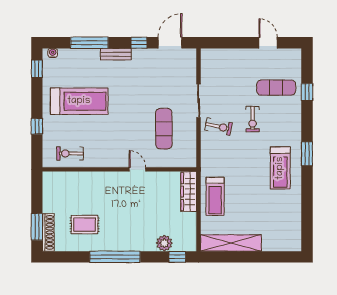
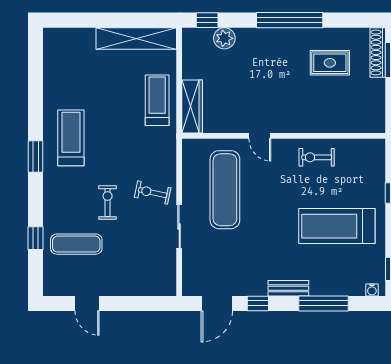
exercise mat: (164, 129) -> (225, 190), width x1.36, depth x1.45
exercise bike: (70, 153) -> (317, 157), moved, turned 180

